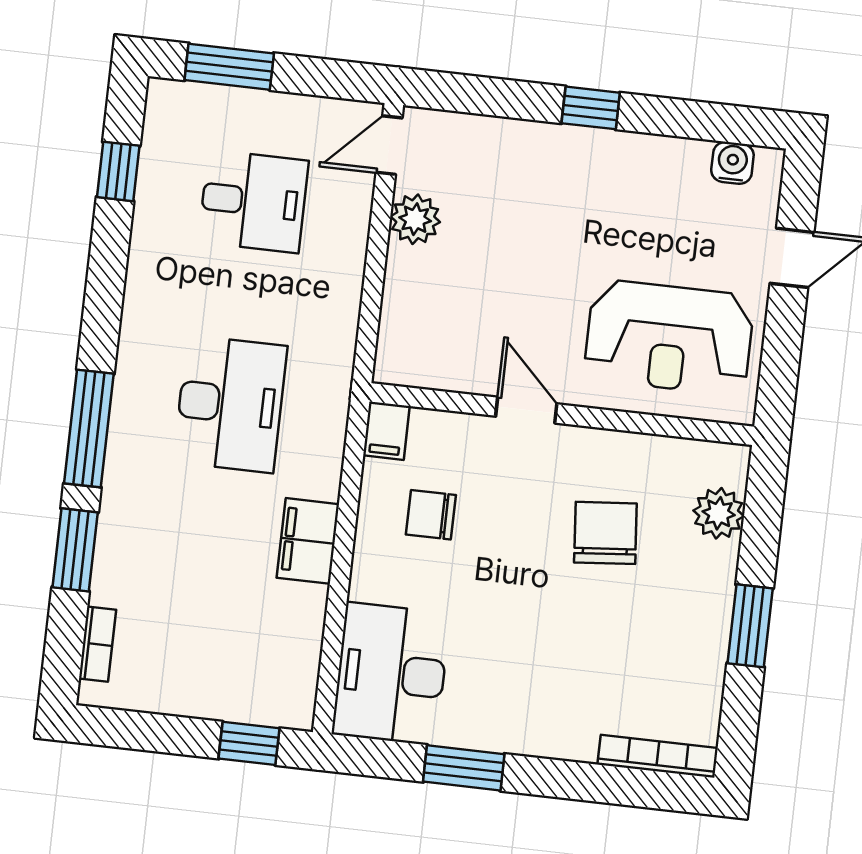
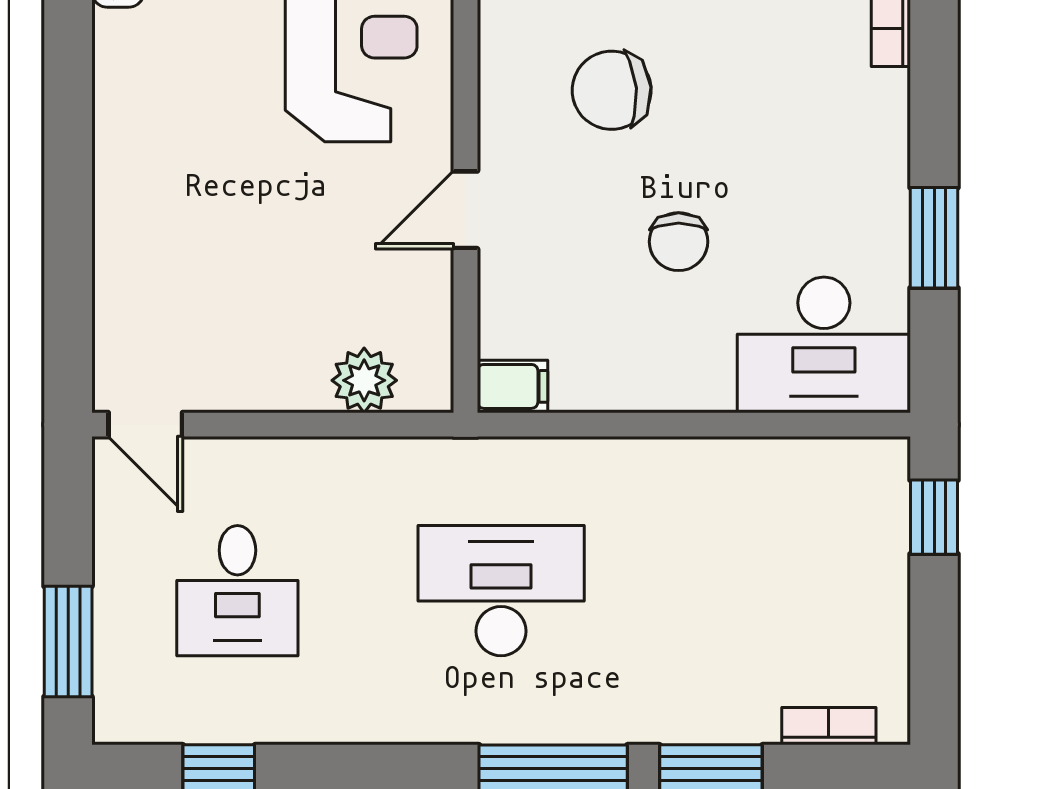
window: (591, 108) -> (68, 171), removed
desk: (253, 201) -> (237, 591), turned 180
plant: (415, 219) -> (364, 380), moved
chair: (431, 515) -> (679, 242), moved
filing cabinet: (308, 541) -> (665, 471), removed

